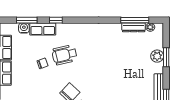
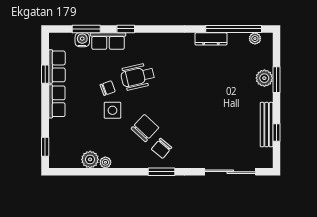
window: (135, 20) -> (234, 29), width x1.46
dresser: (134, 27) -> (211, 39), moved
side table: (46, 80) -> (112, 110), added

